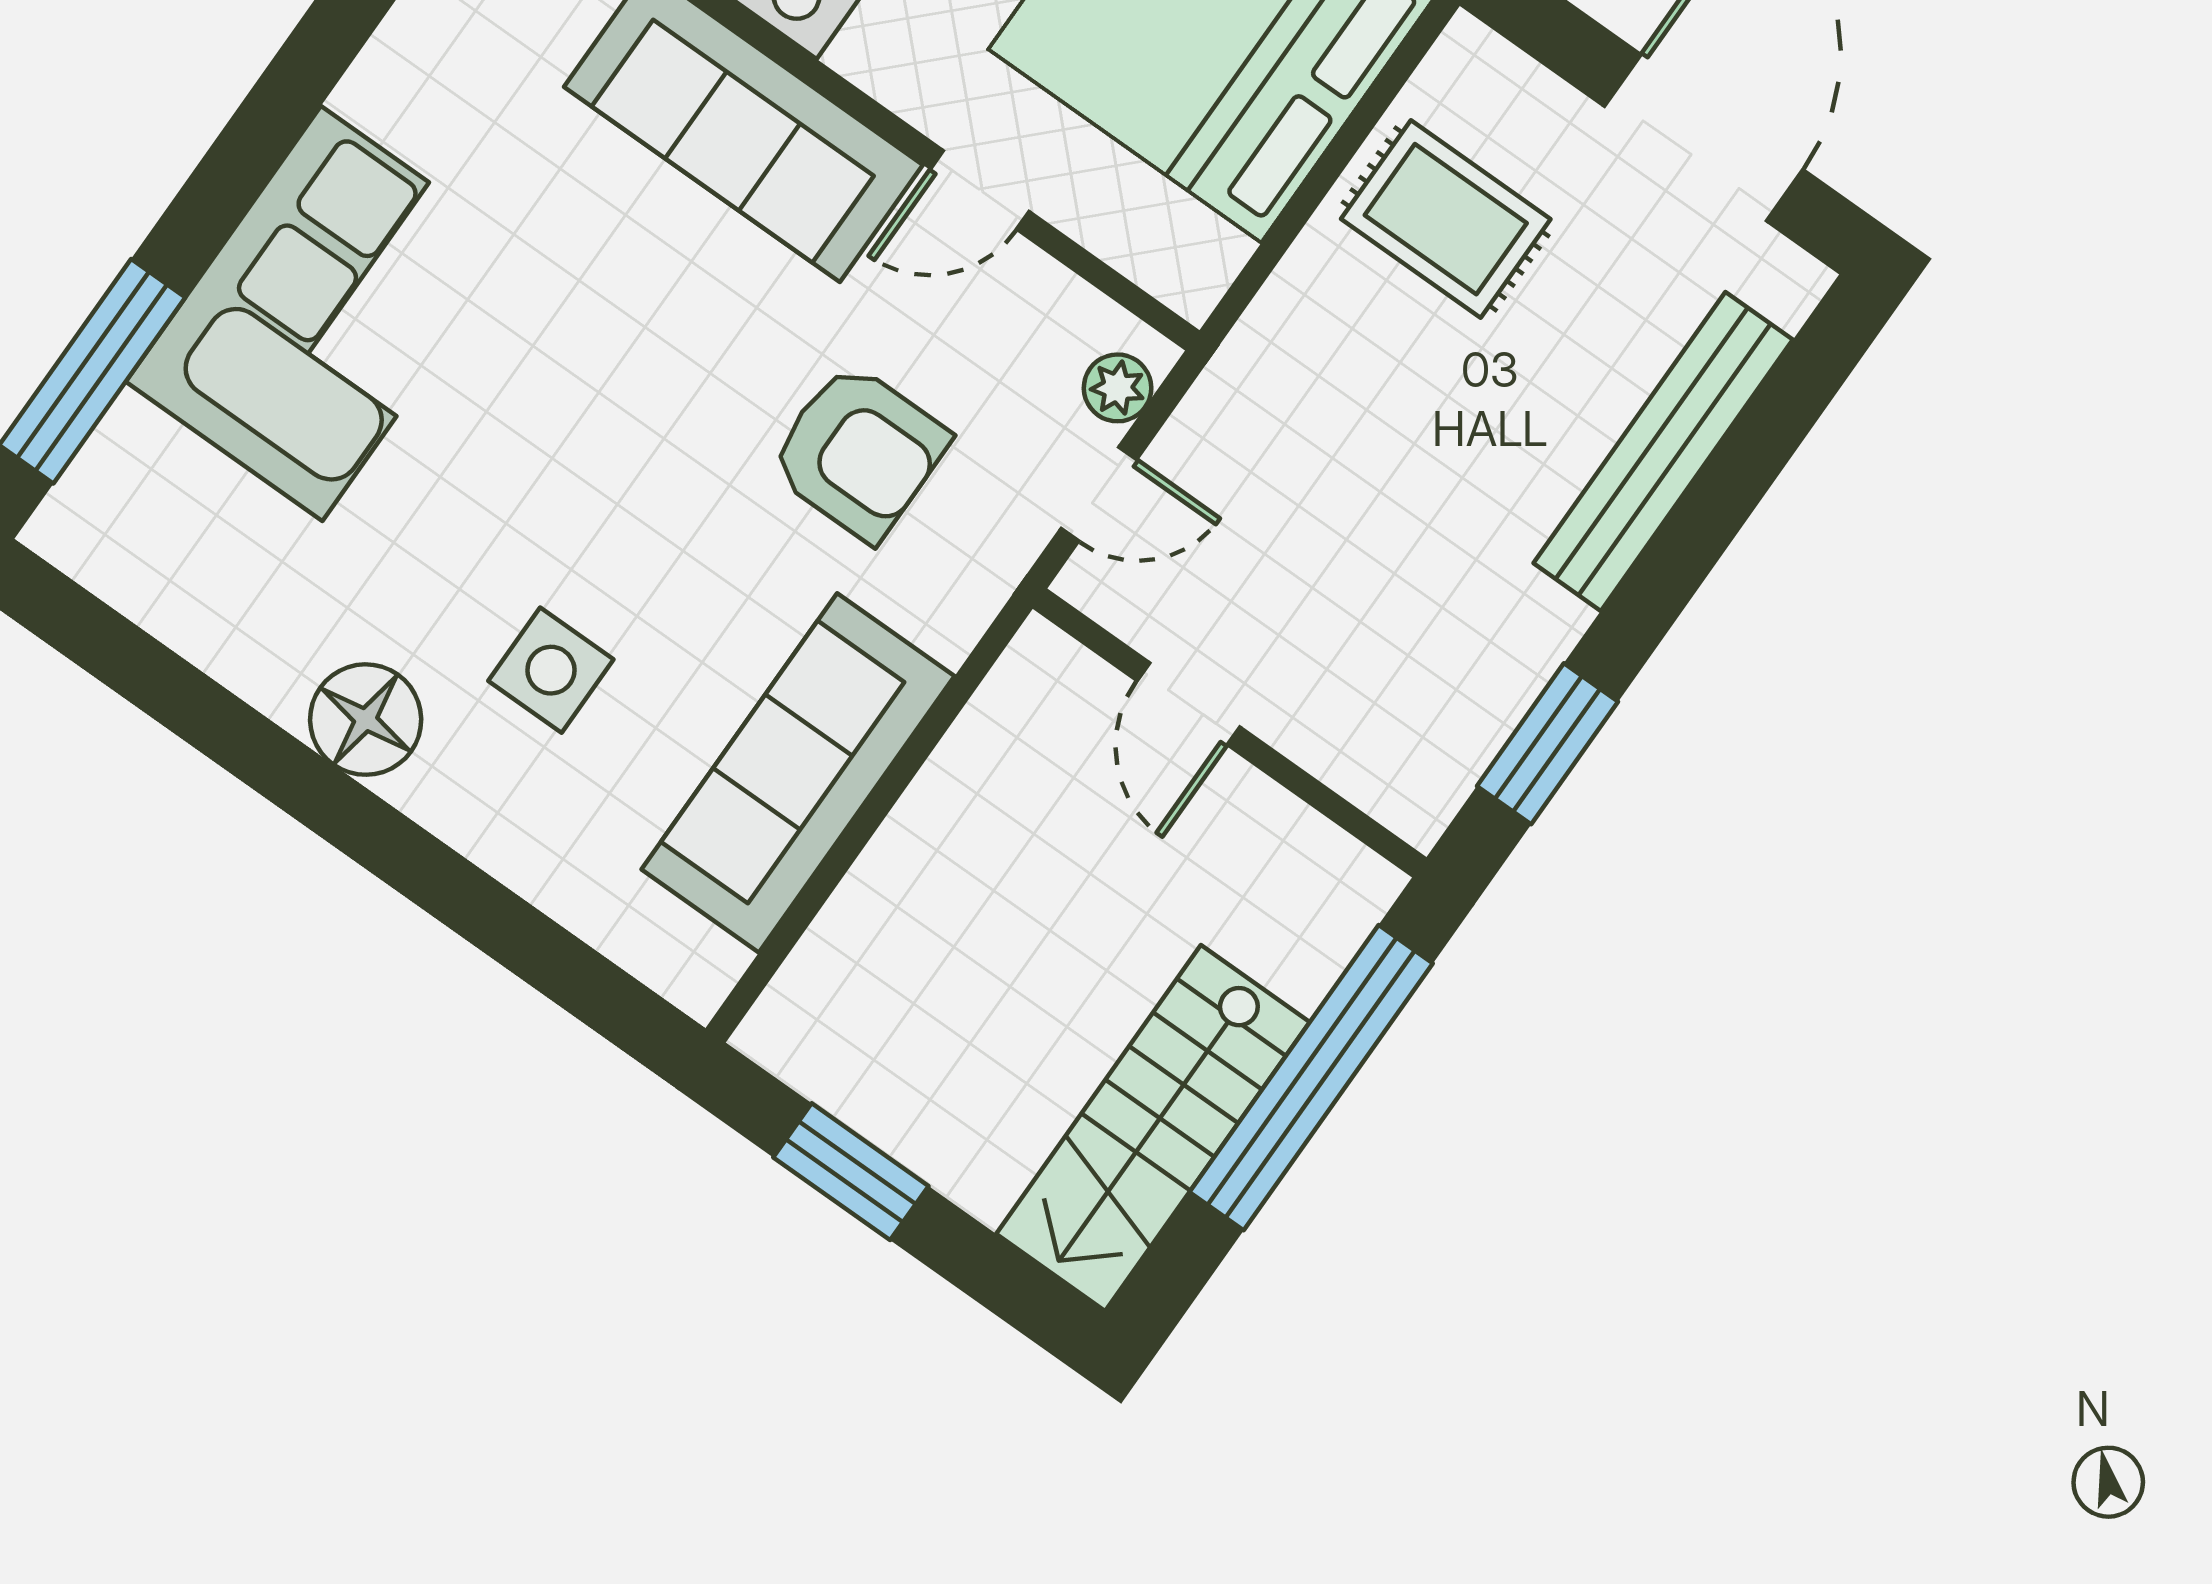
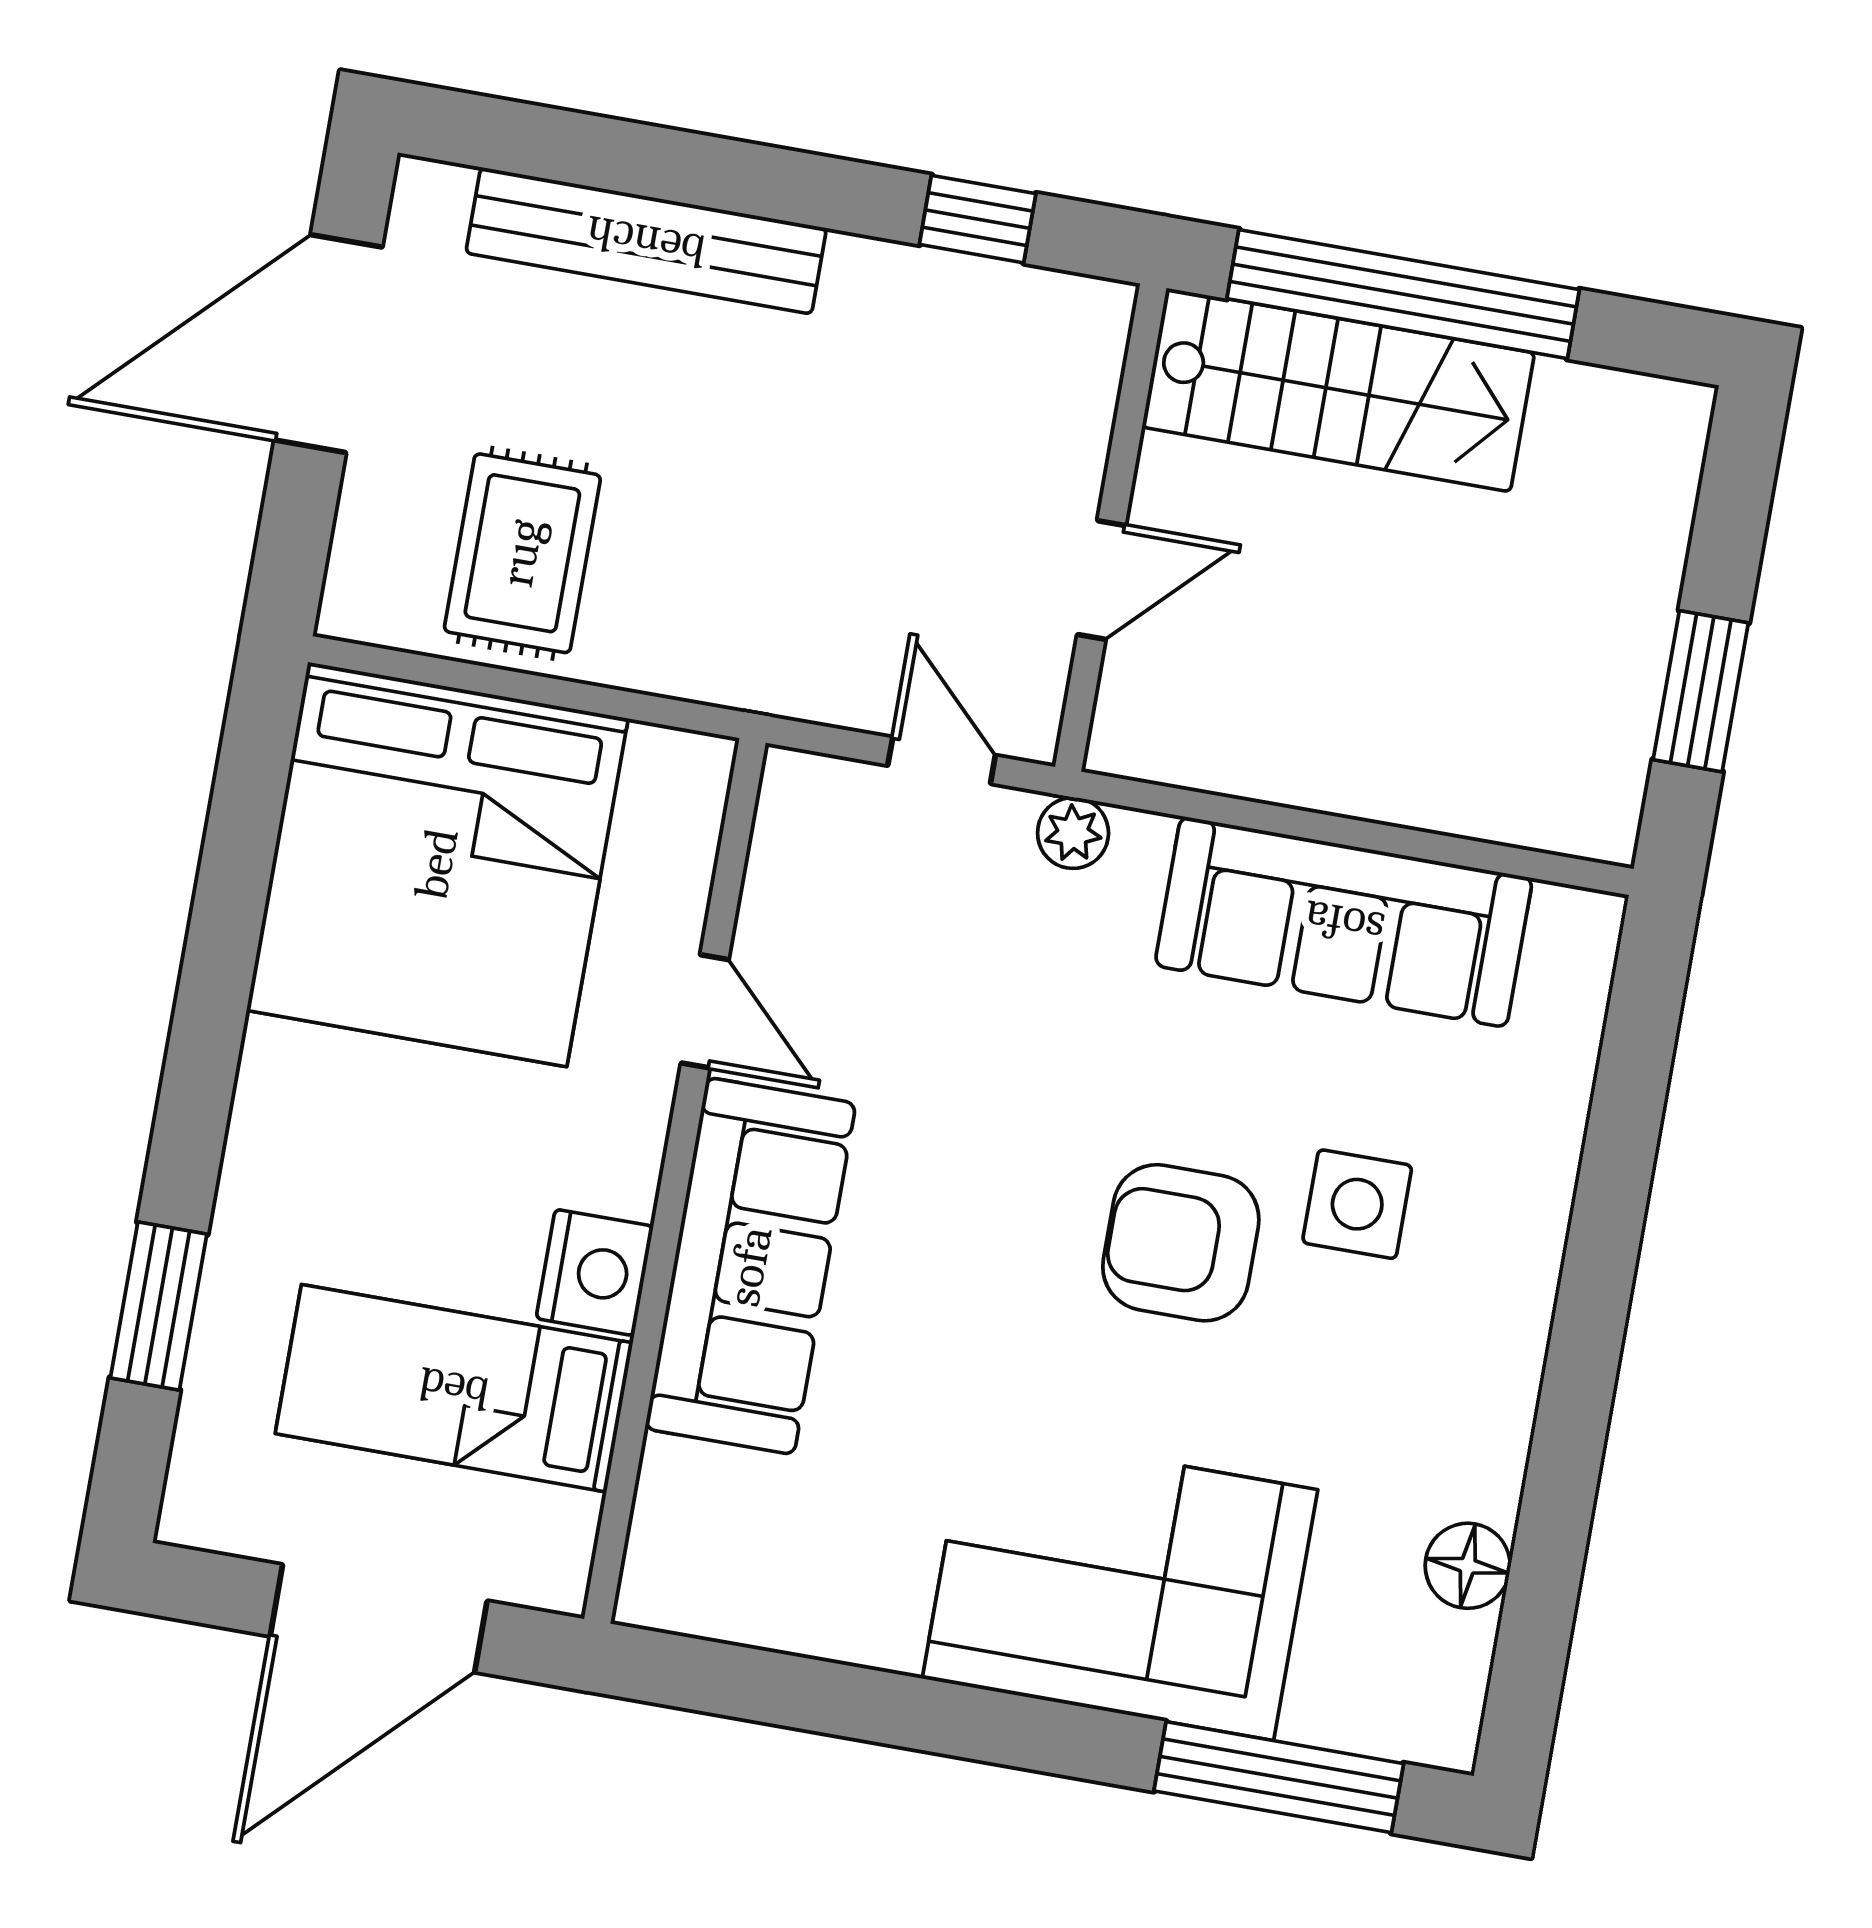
plant: (1118, 388) -> (1073, 833), moved
armchair: (859, 452) -> (1181, 1243), moved, turned -90
floor lamp: (366, 720) -> (1468, 1566), moved, width x0.73, depth x0.73
window: (1548, 744) -> (978, 219), width x0.67
stairs: (1153, 1128) -> (1338, 390), moved

